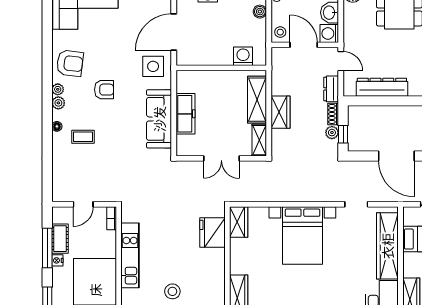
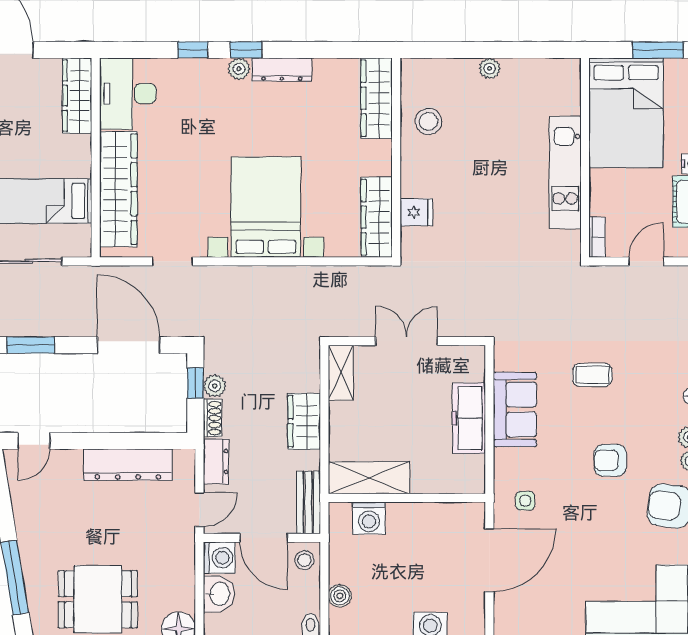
door: (341, 61) -> (199, 510), swing flipped
bench: (278, 65) -> (308, 502), added
side table: (153, 66) -> (525, 501), width x0.54, depth x0.54
shelving: (257, 100) -> (369, 478), moved, turned 90
sofa: (159, 119) -> (515, 409), width x0.73
coffee table: (83, 137) -> (592, 375), moved
door: (396, 156) -> (129, 345), moved
wardrobe: (239, 222) -> (377, 217), width x1.50
fridge: (213, 233) -> (416, 212), width x0.53, depth x0.75
stool: (172, 291) -> (428, 121), moved

